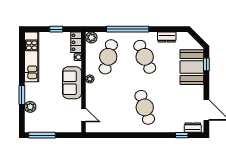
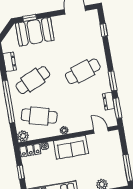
door: (84, 115) -> (101, 130), hinge flipped
dresser: (193, 128) -> (109, 101), moved
window: (103, 135) -> (117, 108), added
window: (130, 135) -> (113, 81), added

